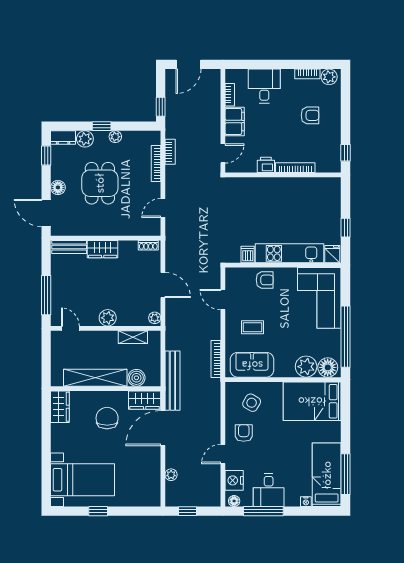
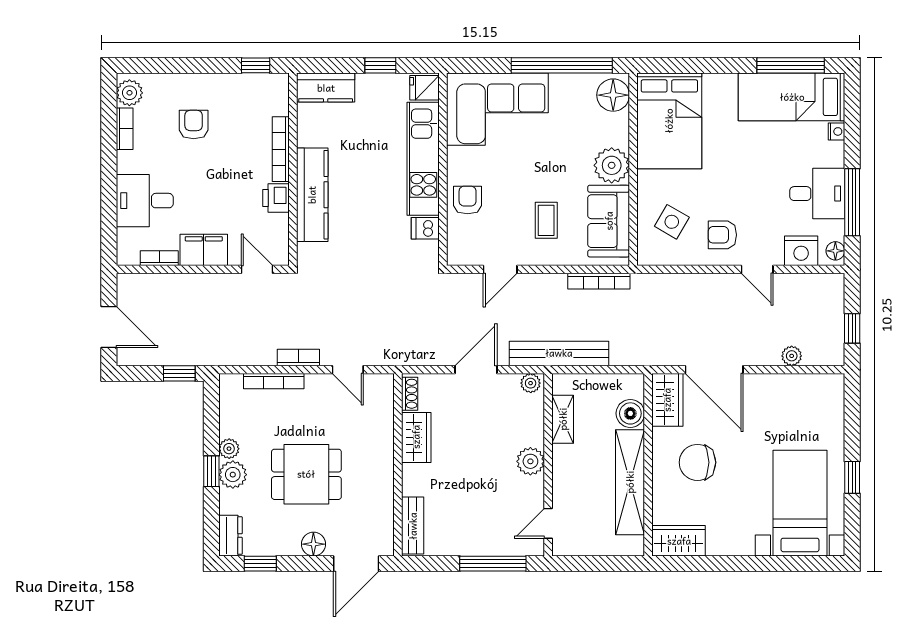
plant: (85, 139) -> (233, 475), moved
bookcase: (170, 152) -> (298, 357), moved
kitchen counter: (268, 187) -> (312, 195), added
kitchen counter: (332, 195) -> (326, 88), added
wardrobe: (103, 249) -> (416, 437), moved
plant: (306, 367) -> (612, 165), moved
bench: (172, 381) -> (559, 353), moved

